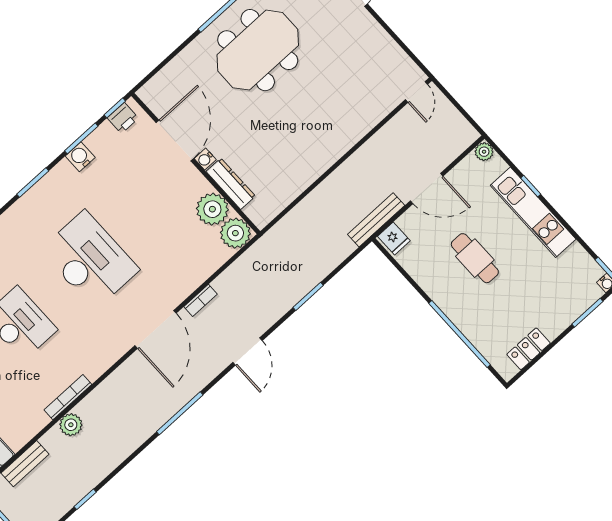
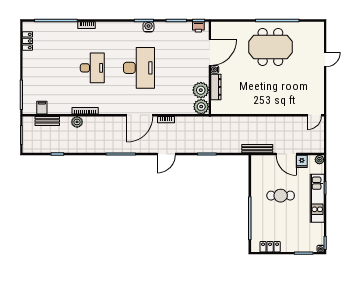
water cooler: (80, 157) -> (148, 27), moved
fridge: (394, 239) -> (302, 161), moved
cafe table: (475, 258) -> (281, 196), turned 90

